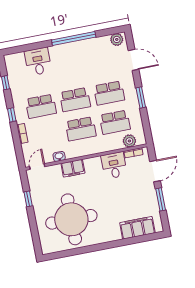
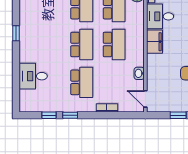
window: (74, 39) -> (16, 33), width x0.32
window: (12, 115) -> (70, 115), moved
filing cabinet: (73, 168) -> (155, 42), moved

